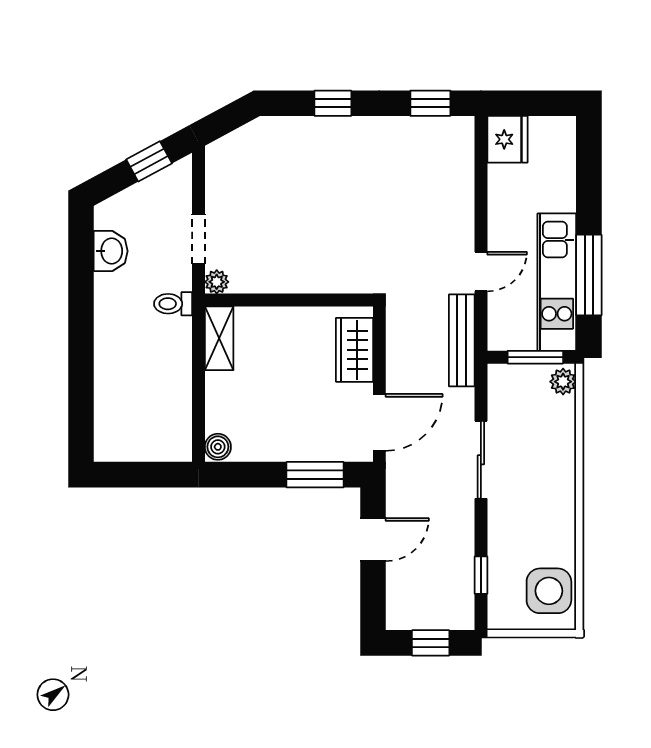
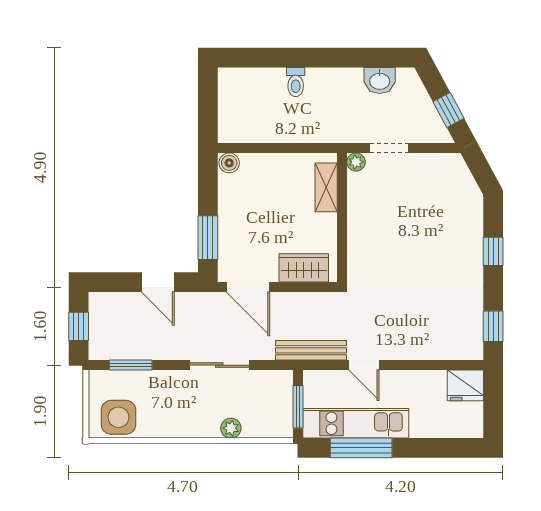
toilet: (173, 304) -> (296, 82), moved, turned 180
shelving: (219, 338) -> (326, 187), moved, turned 90
plant: (563, 382) -> (231, 428), moved
window: (481, 575) -> (131, 365), width x1.50

